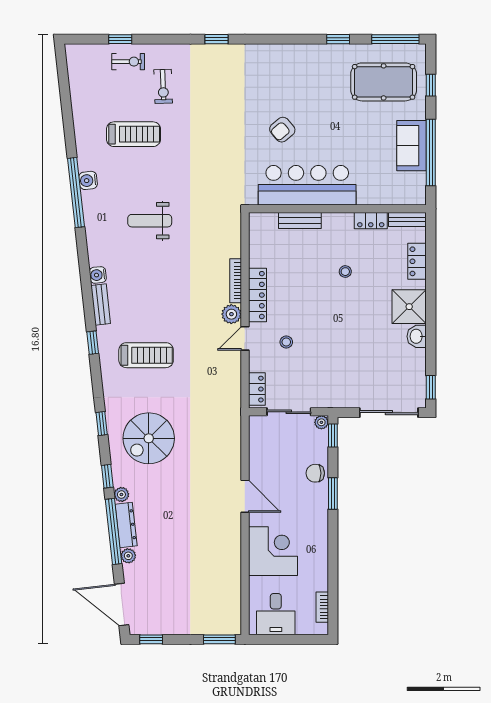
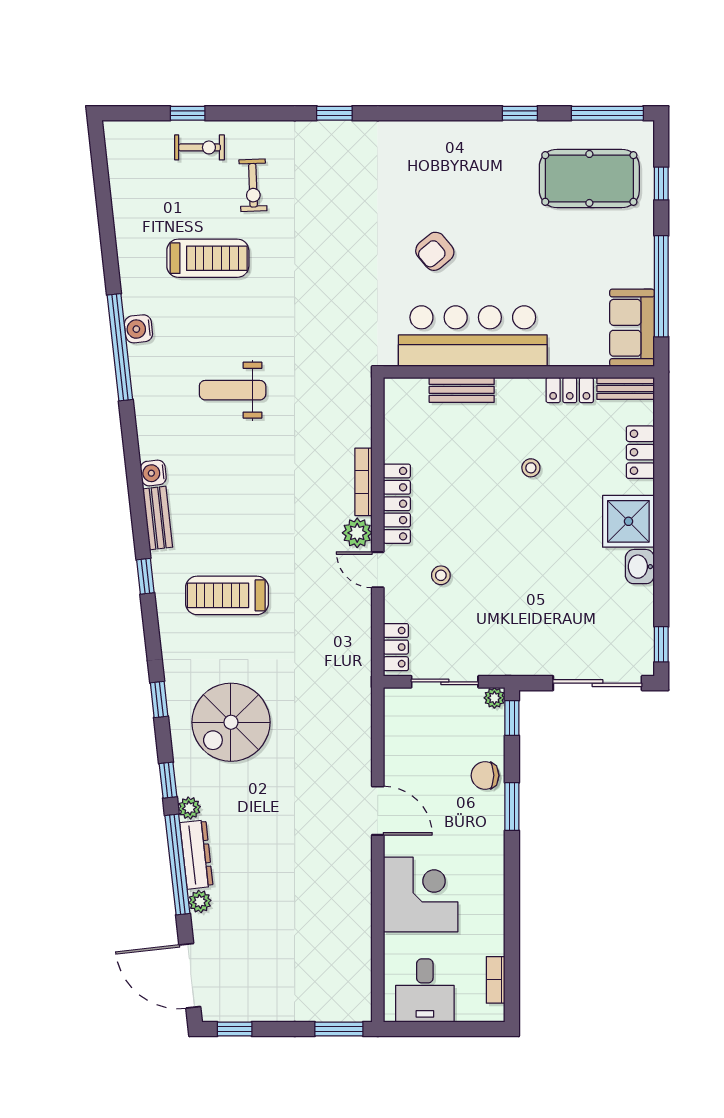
sofa: (412, 146) -> (632, 328), moved
door: (245, 338) -> (378, 570), hinge flipped
treadmill: (146, 355) -> (227, 595), turned 180

